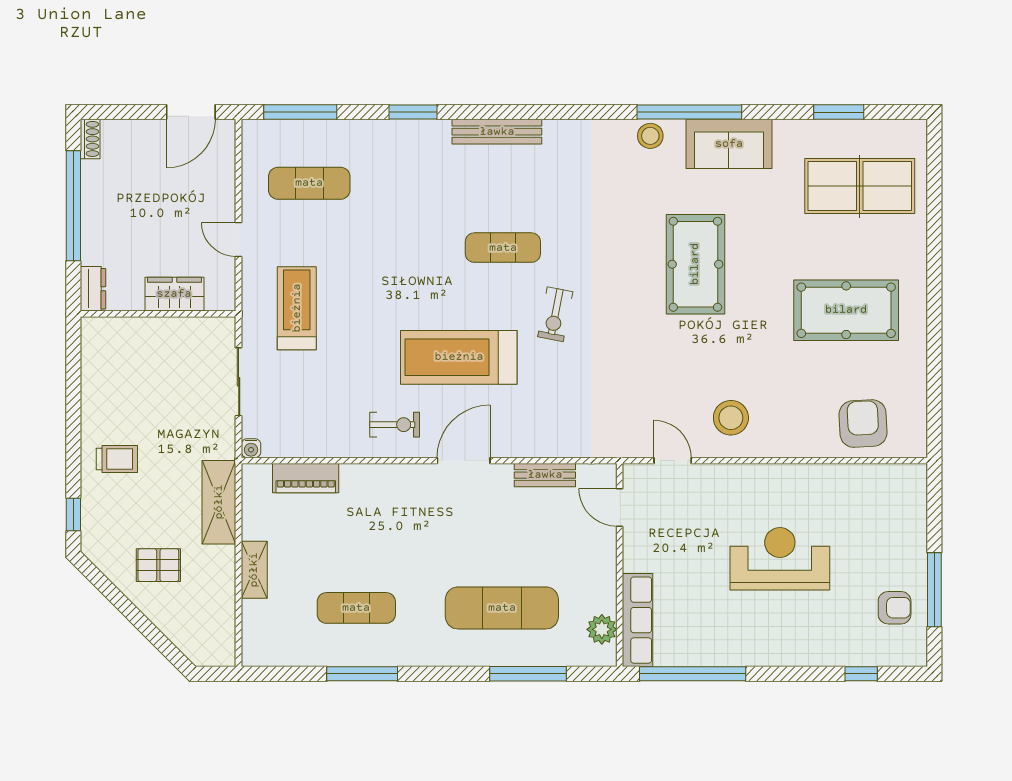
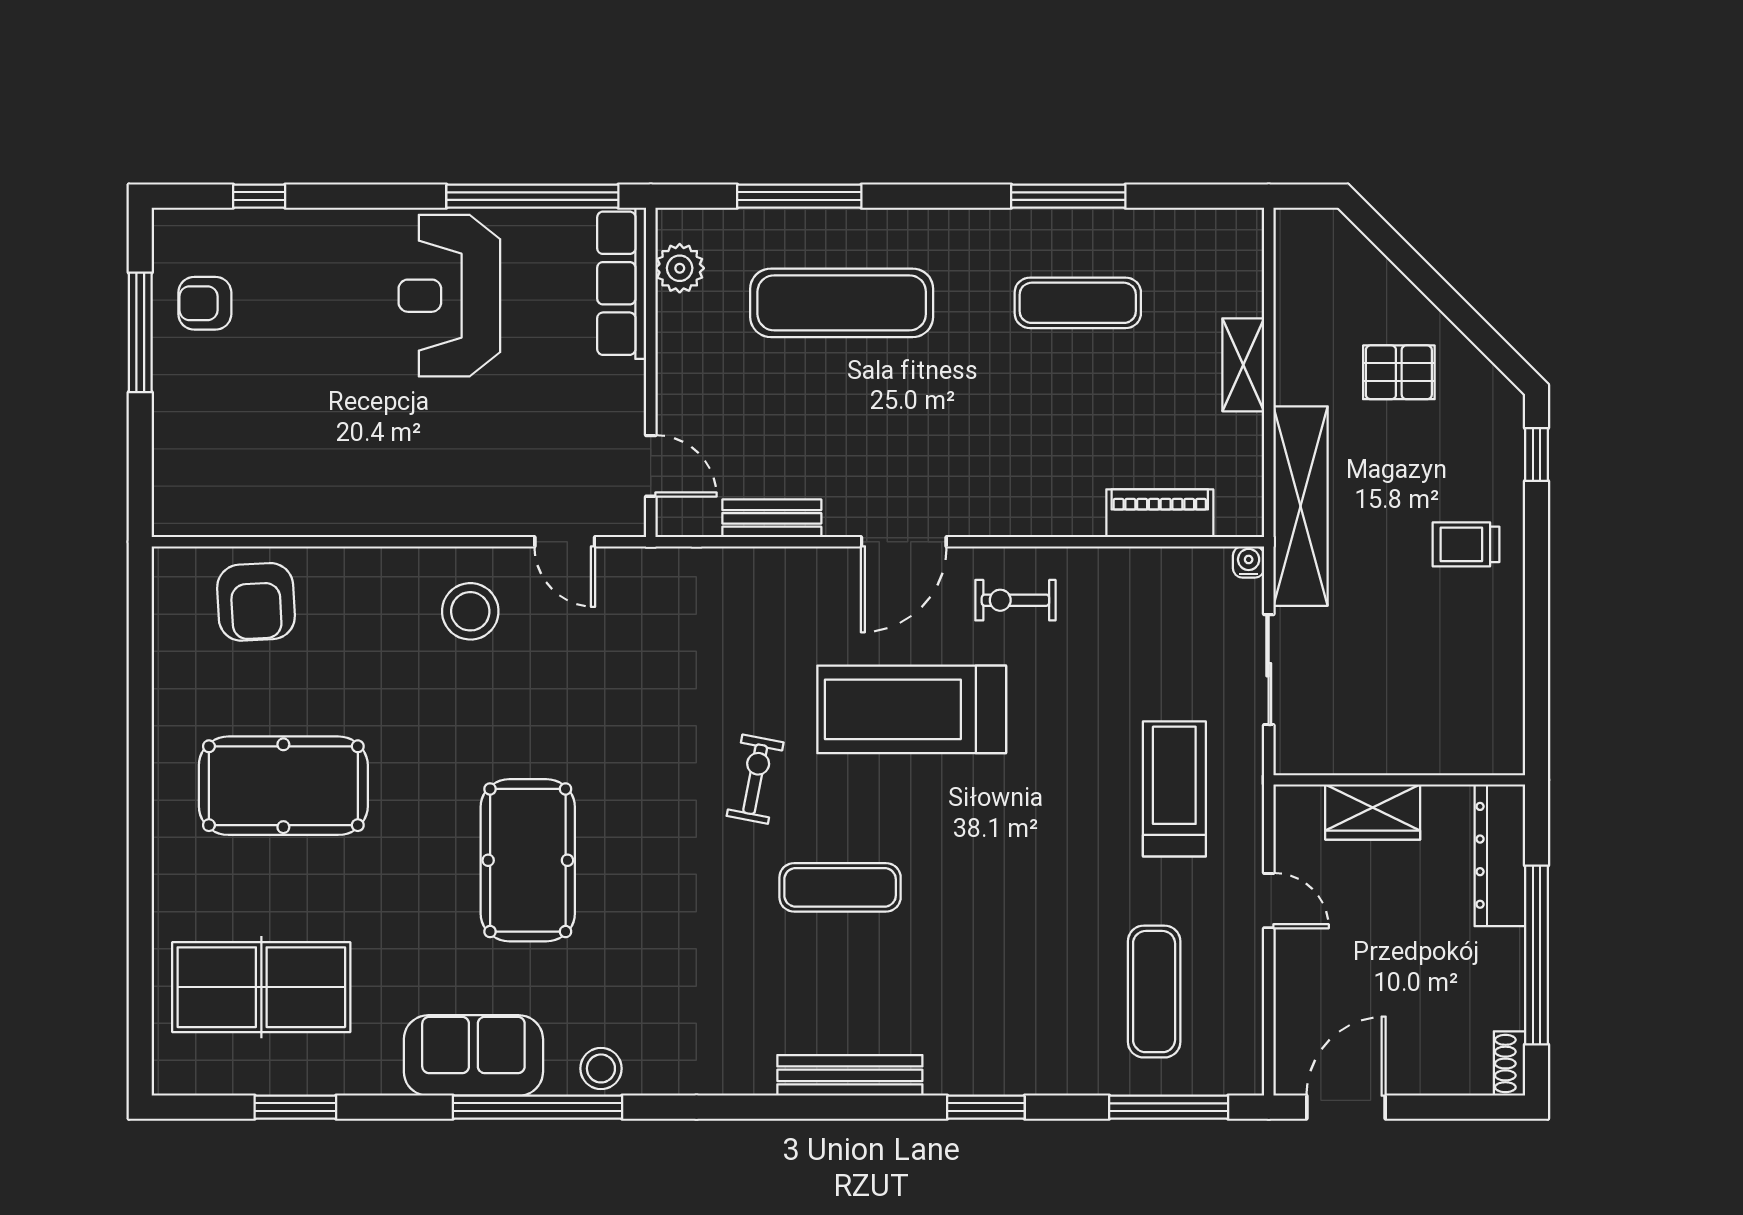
exercise mat: (309, 183) -> (1154, 992), turned 90
dresser: (93, 289) -> (1500, 855), width x1.96, depth x1.24
treadmill: (297, 308) -> (1174, 789), turned 180
treadmill: (459, 357) -> (912, 709), turned 180
shelving: (219, 502) -> (1301, 506), width x1.47
reception desk: (780, 559) -> (449, 296), moved, turned 90

